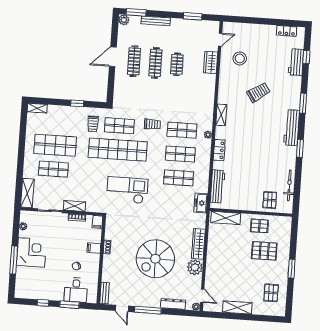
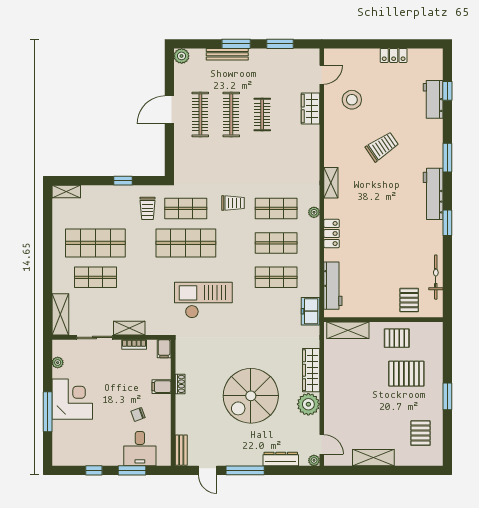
window: (136, 12) -> (236, 44), moved
locker: (287, 31) -> (394, 55), moved
shop shelf: (118, 150) -> (186, 243), width x0.71

